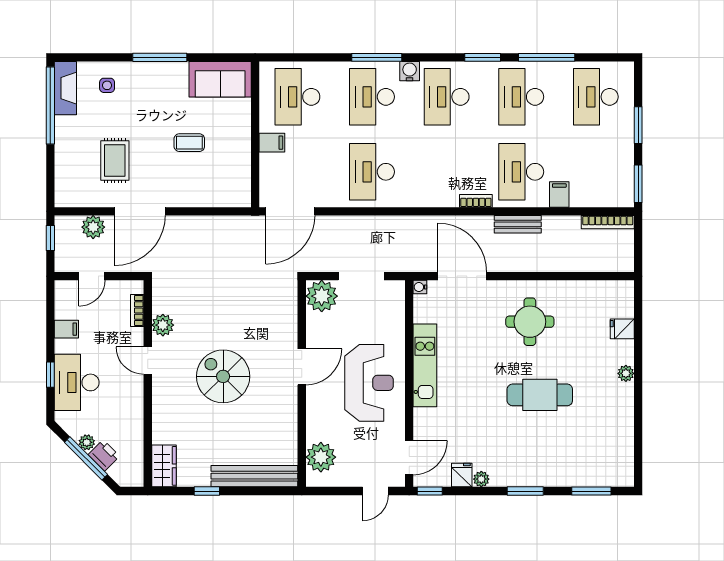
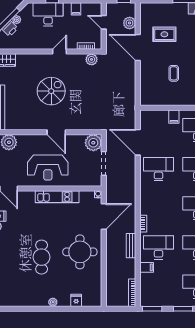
door: (290, 211) -> (138, 142), moved
round table: (530, 322) -> (80, 252), width x1.36, depth x1.36
plant: (163, 325) -> (92, 59), moved

